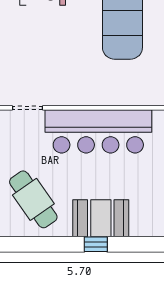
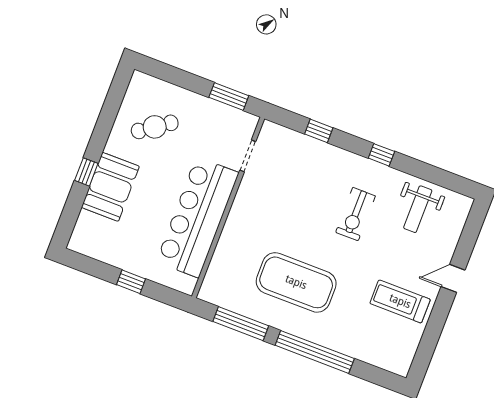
cafe table: (33, 199) -> (155, 127), width x0.73, depth x0.74

